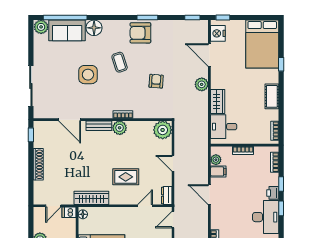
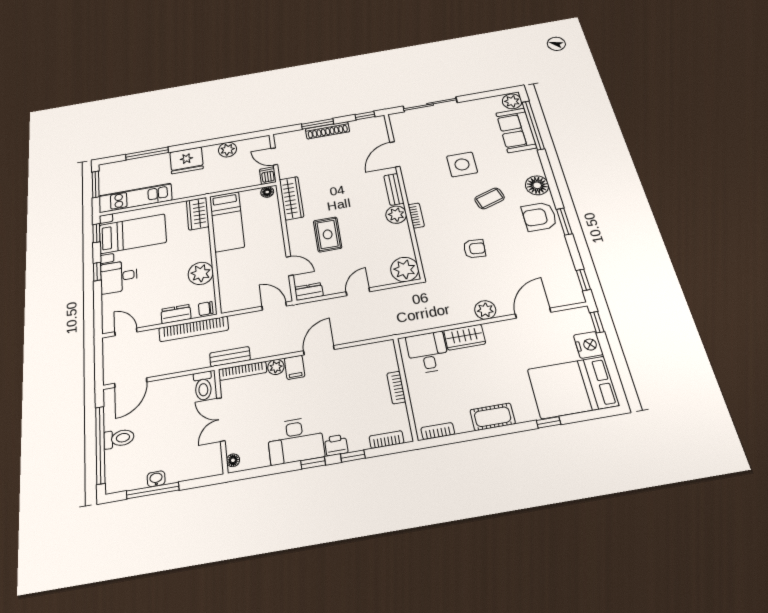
floor lamp: (94, 28) -> (537, 185), moved
armchair: (140, 33) -> (539, 217), turned -90
nightstand: (218, 33) -> (588, 345), moved, turned 90
plant: (216, 160) -> (276, 367), moved
window: (31, 171) -> (318, 124), added
filing cabinet: (218, 171) -> (295, 367), moved

